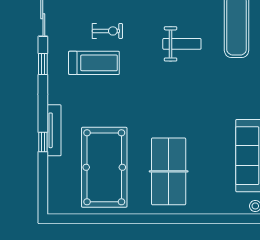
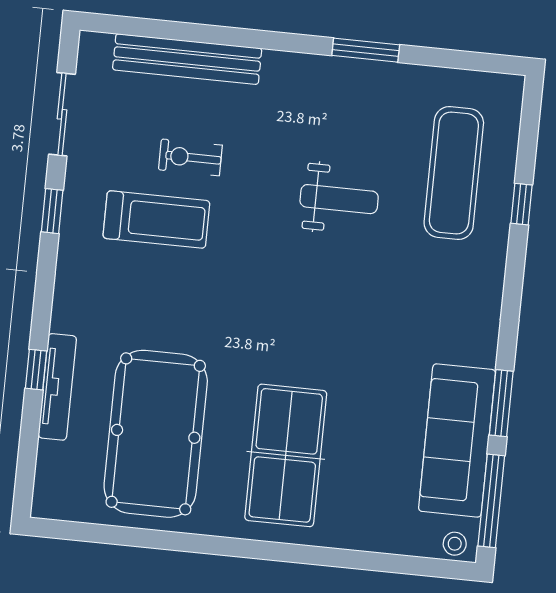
exercise bike: (107, 31) -> (190, 157), turned 180
tv unit: (54, 130) -> (57, 387), moved

